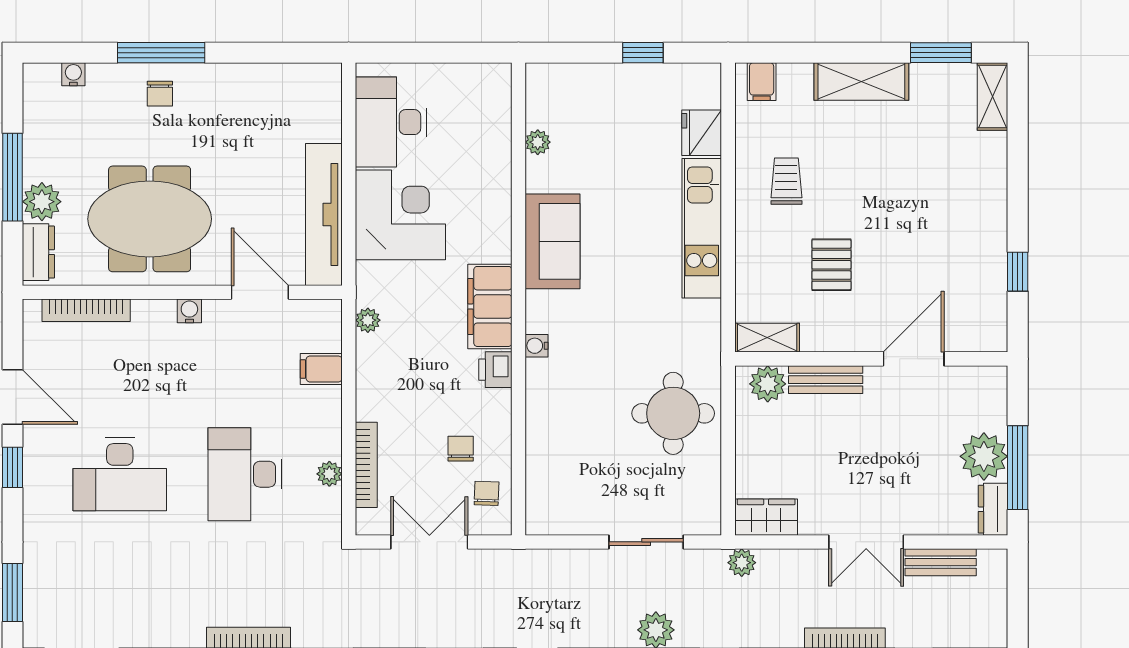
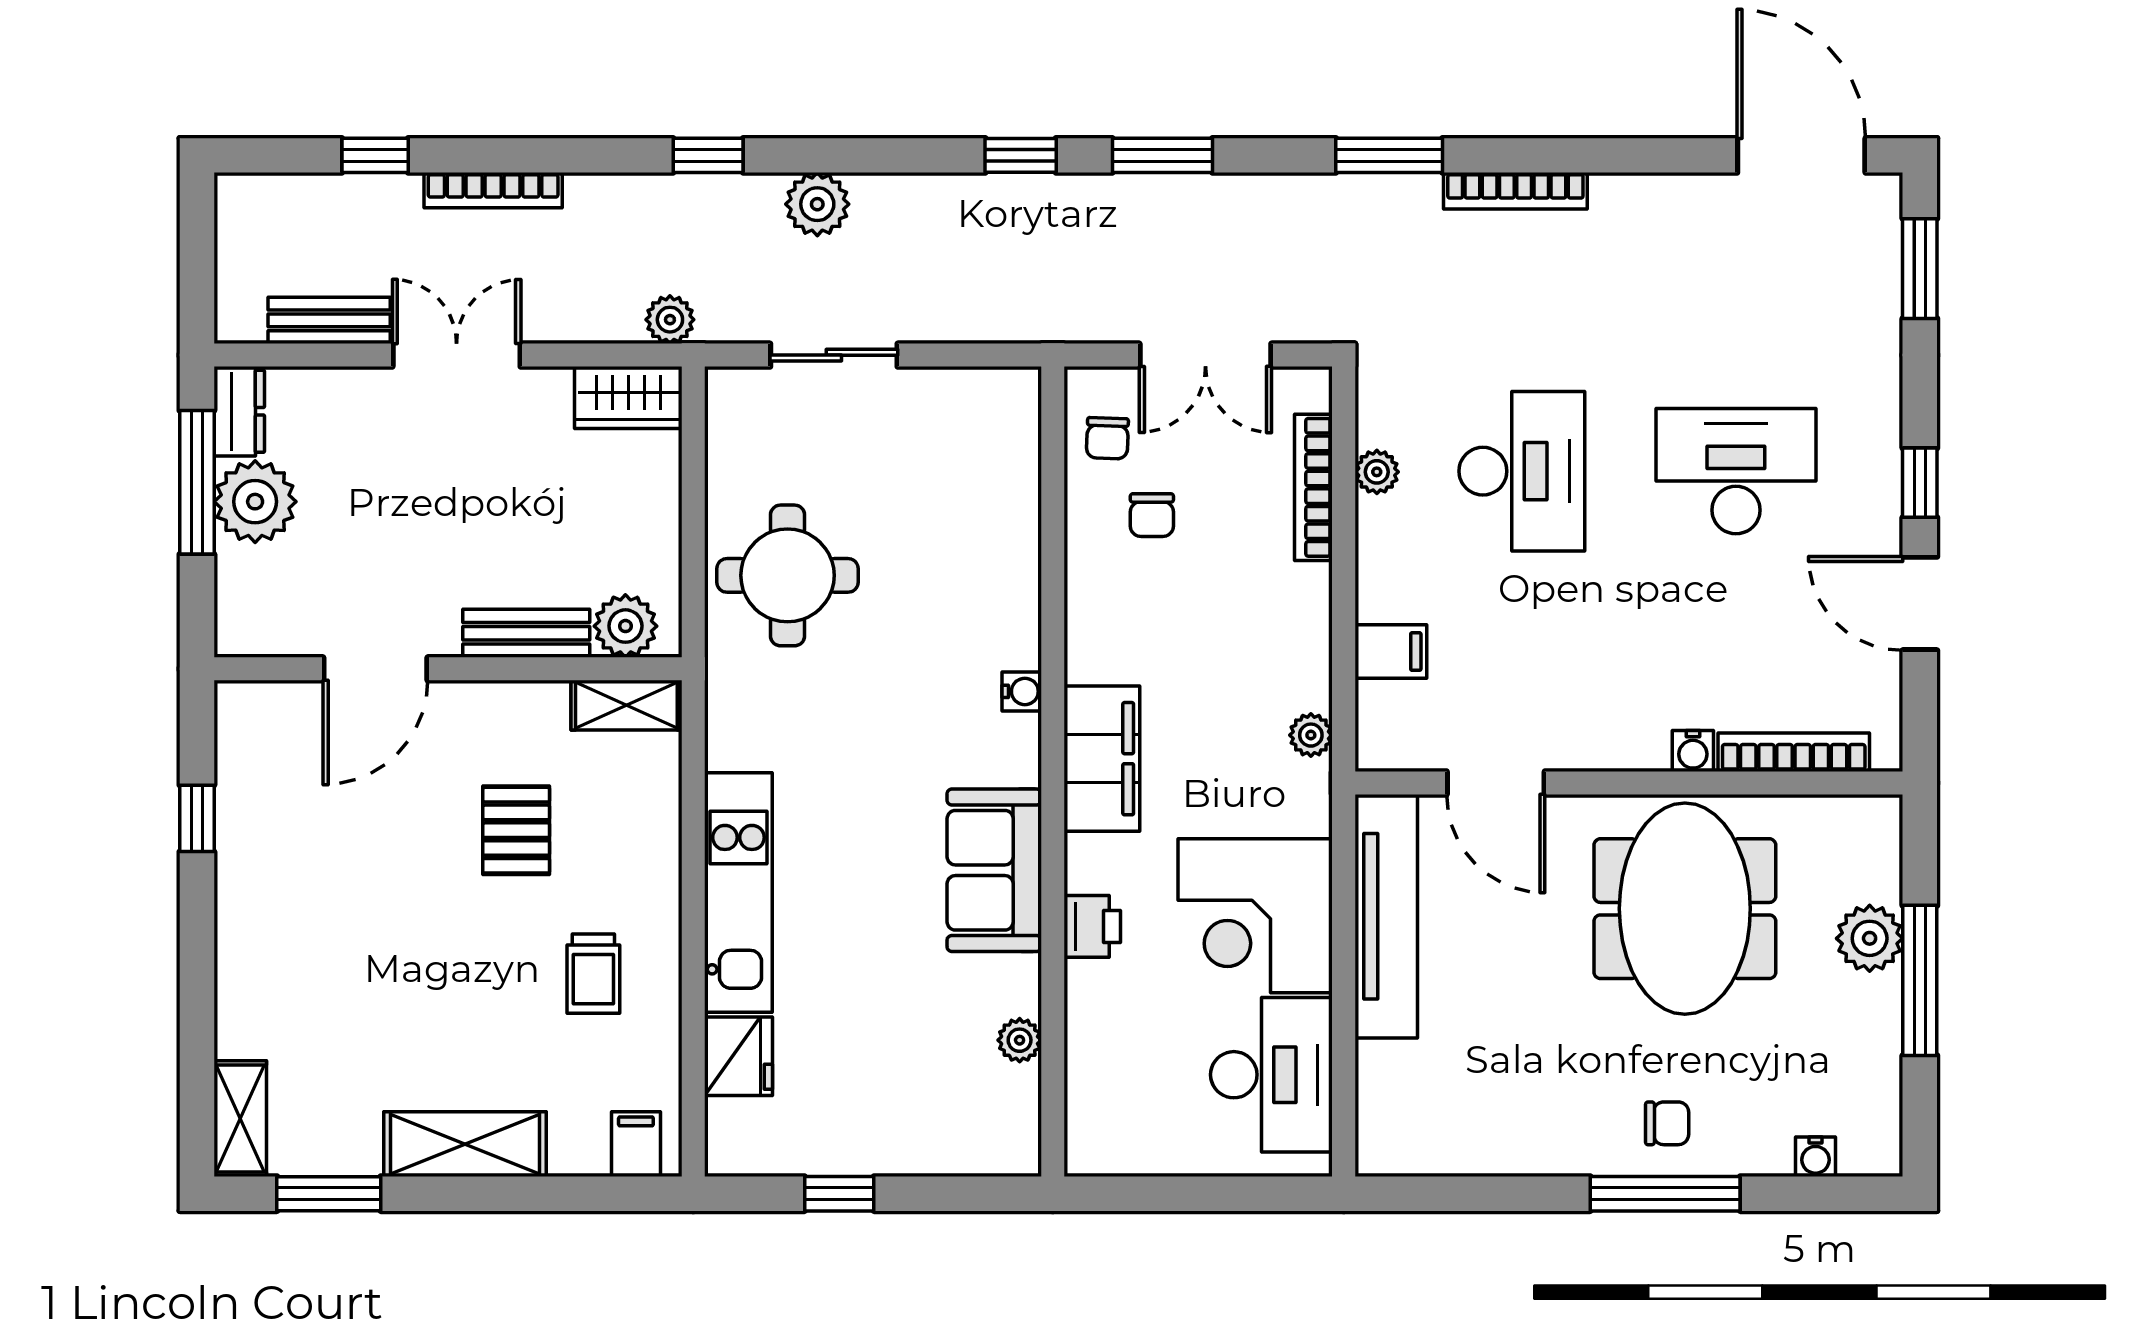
chair: (160, 94) -> (1667, 1123), turned 90
meeting table: (150, 219) -> (1685, 909), turned 90
dresser: (38, 252) -> (1875, 852), removed
water cooler: (189, 311) -> (1693, 751), moved
printer: (495, 370) -> (1092, 926), moved

